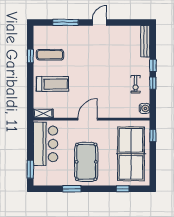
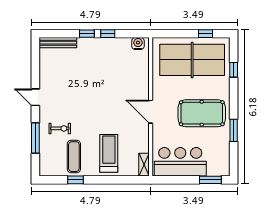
exercise bike: (136, 84) -> (60, 128), moved
window: (153, 136) -> (205, 34), moved

